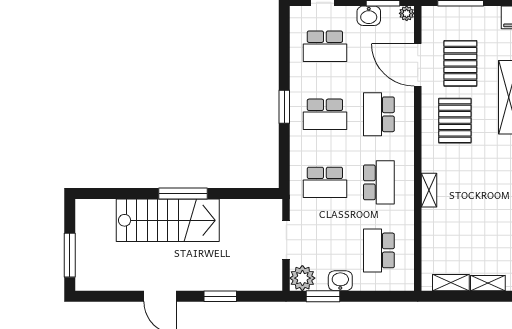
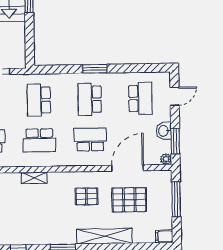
school desk: (325, 46) -> (140, 98), turned 180
pallet: (455, 121) -> (86, 196), width x0.67, depth x0.71

